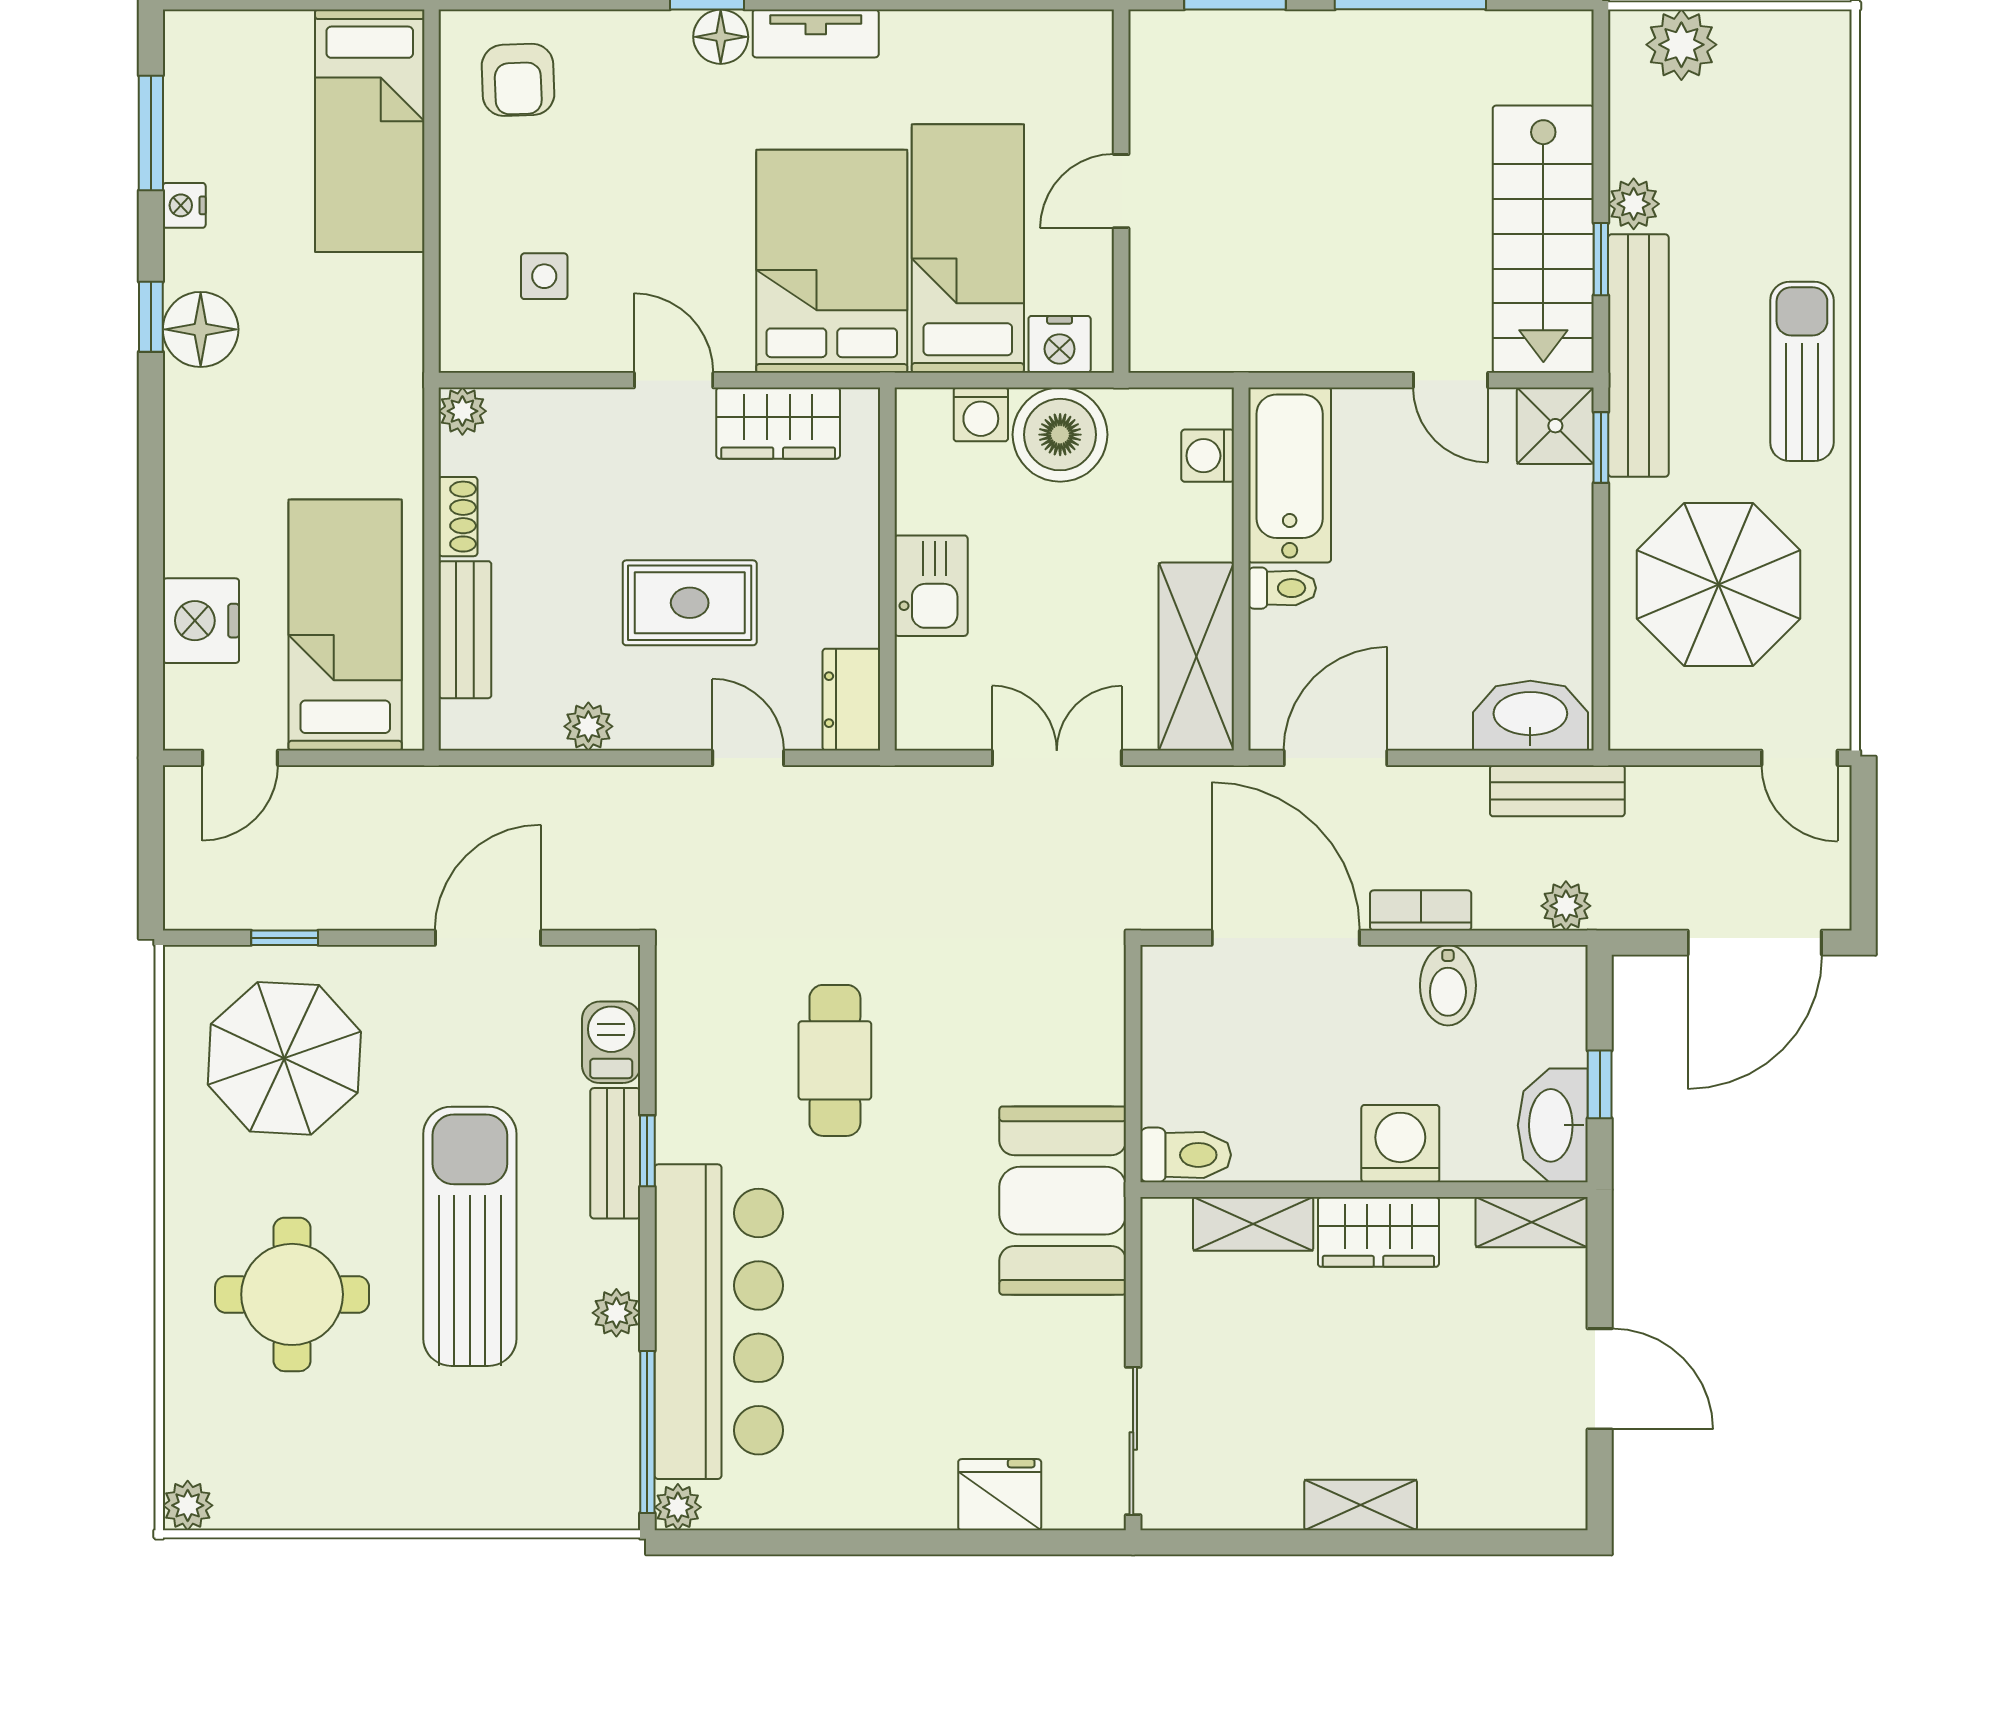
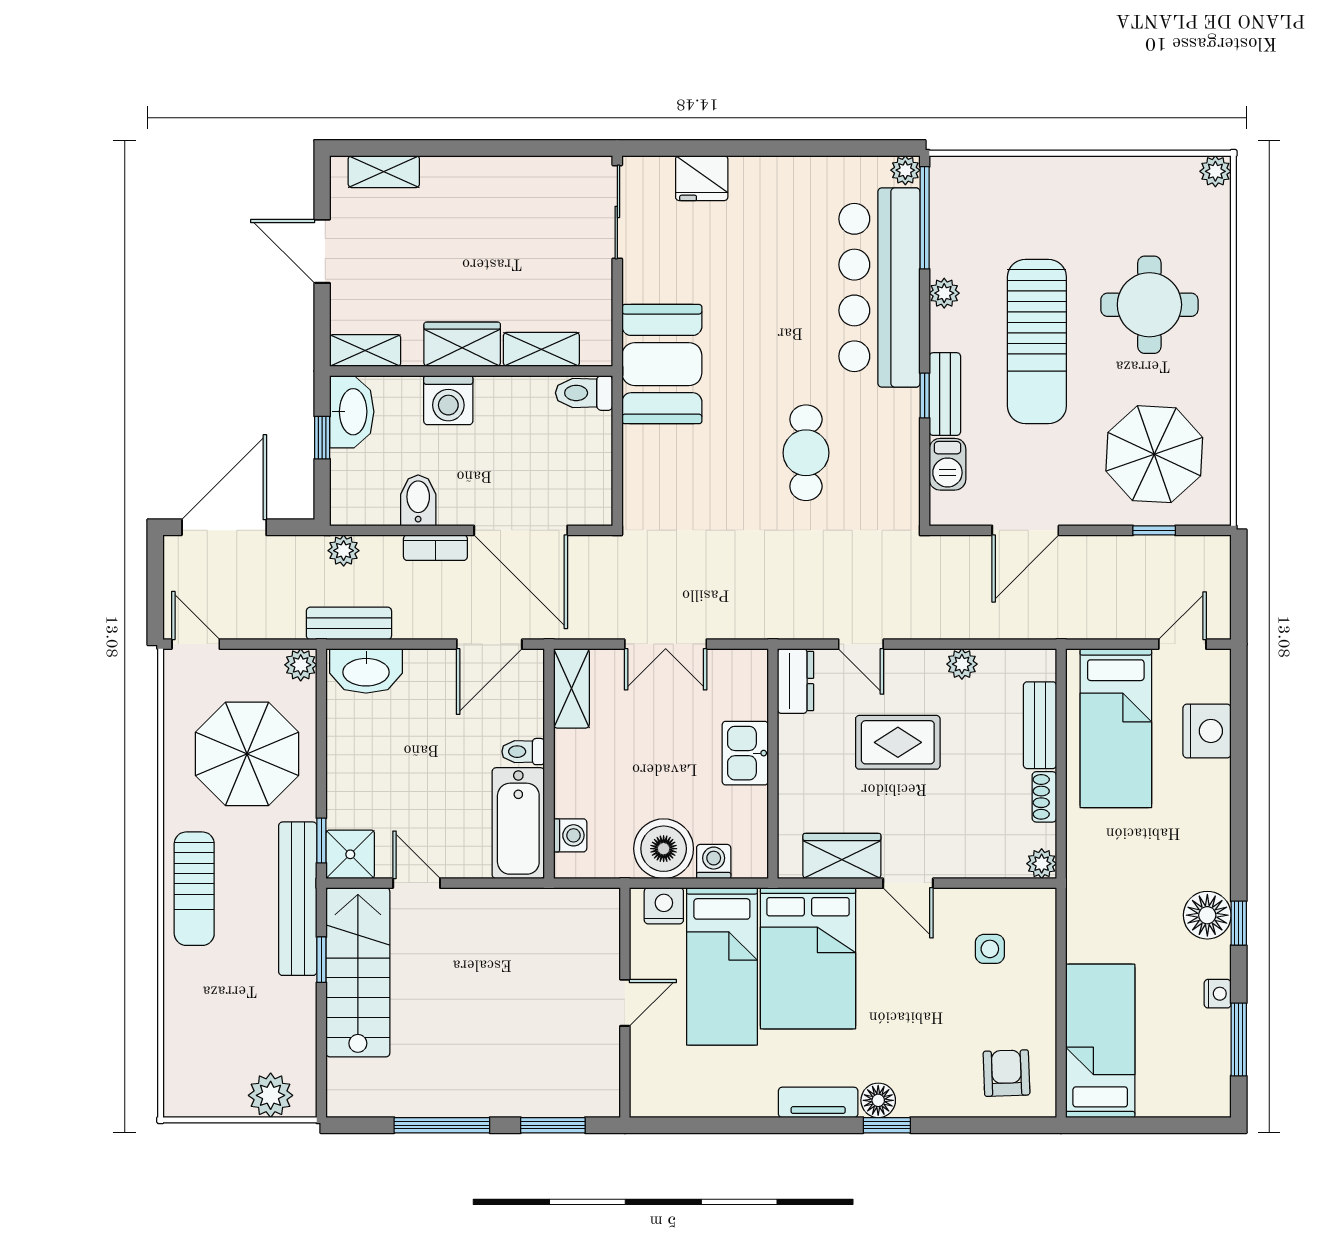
plant: (1634, 204) -> (301, 665), moved
shelving: (1196, 657) -> (571, 688), width x0.67, depth x0.75
shelving: (1361, 1505) -> (384, 172), moved

